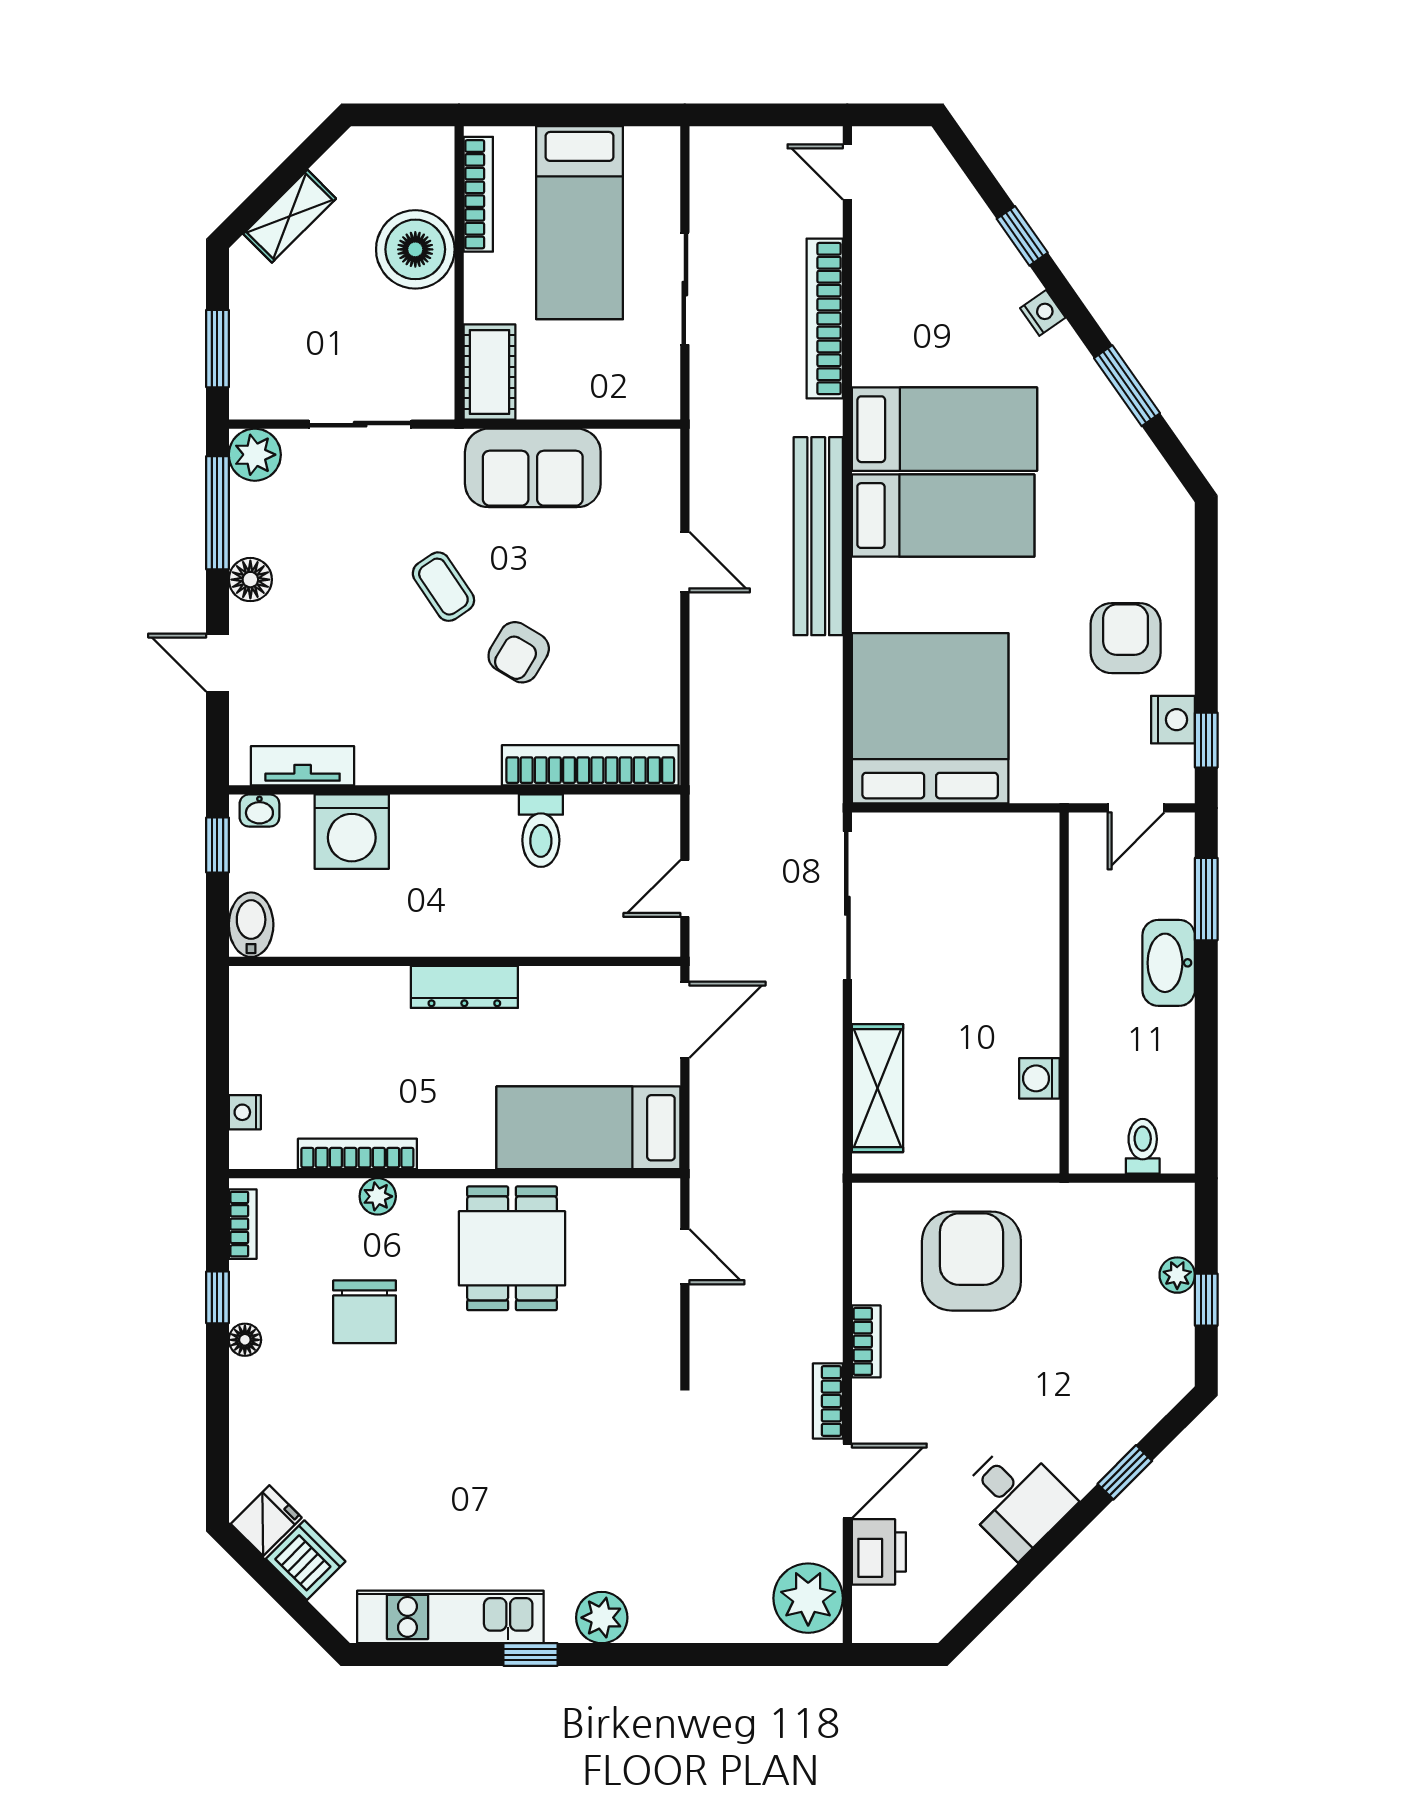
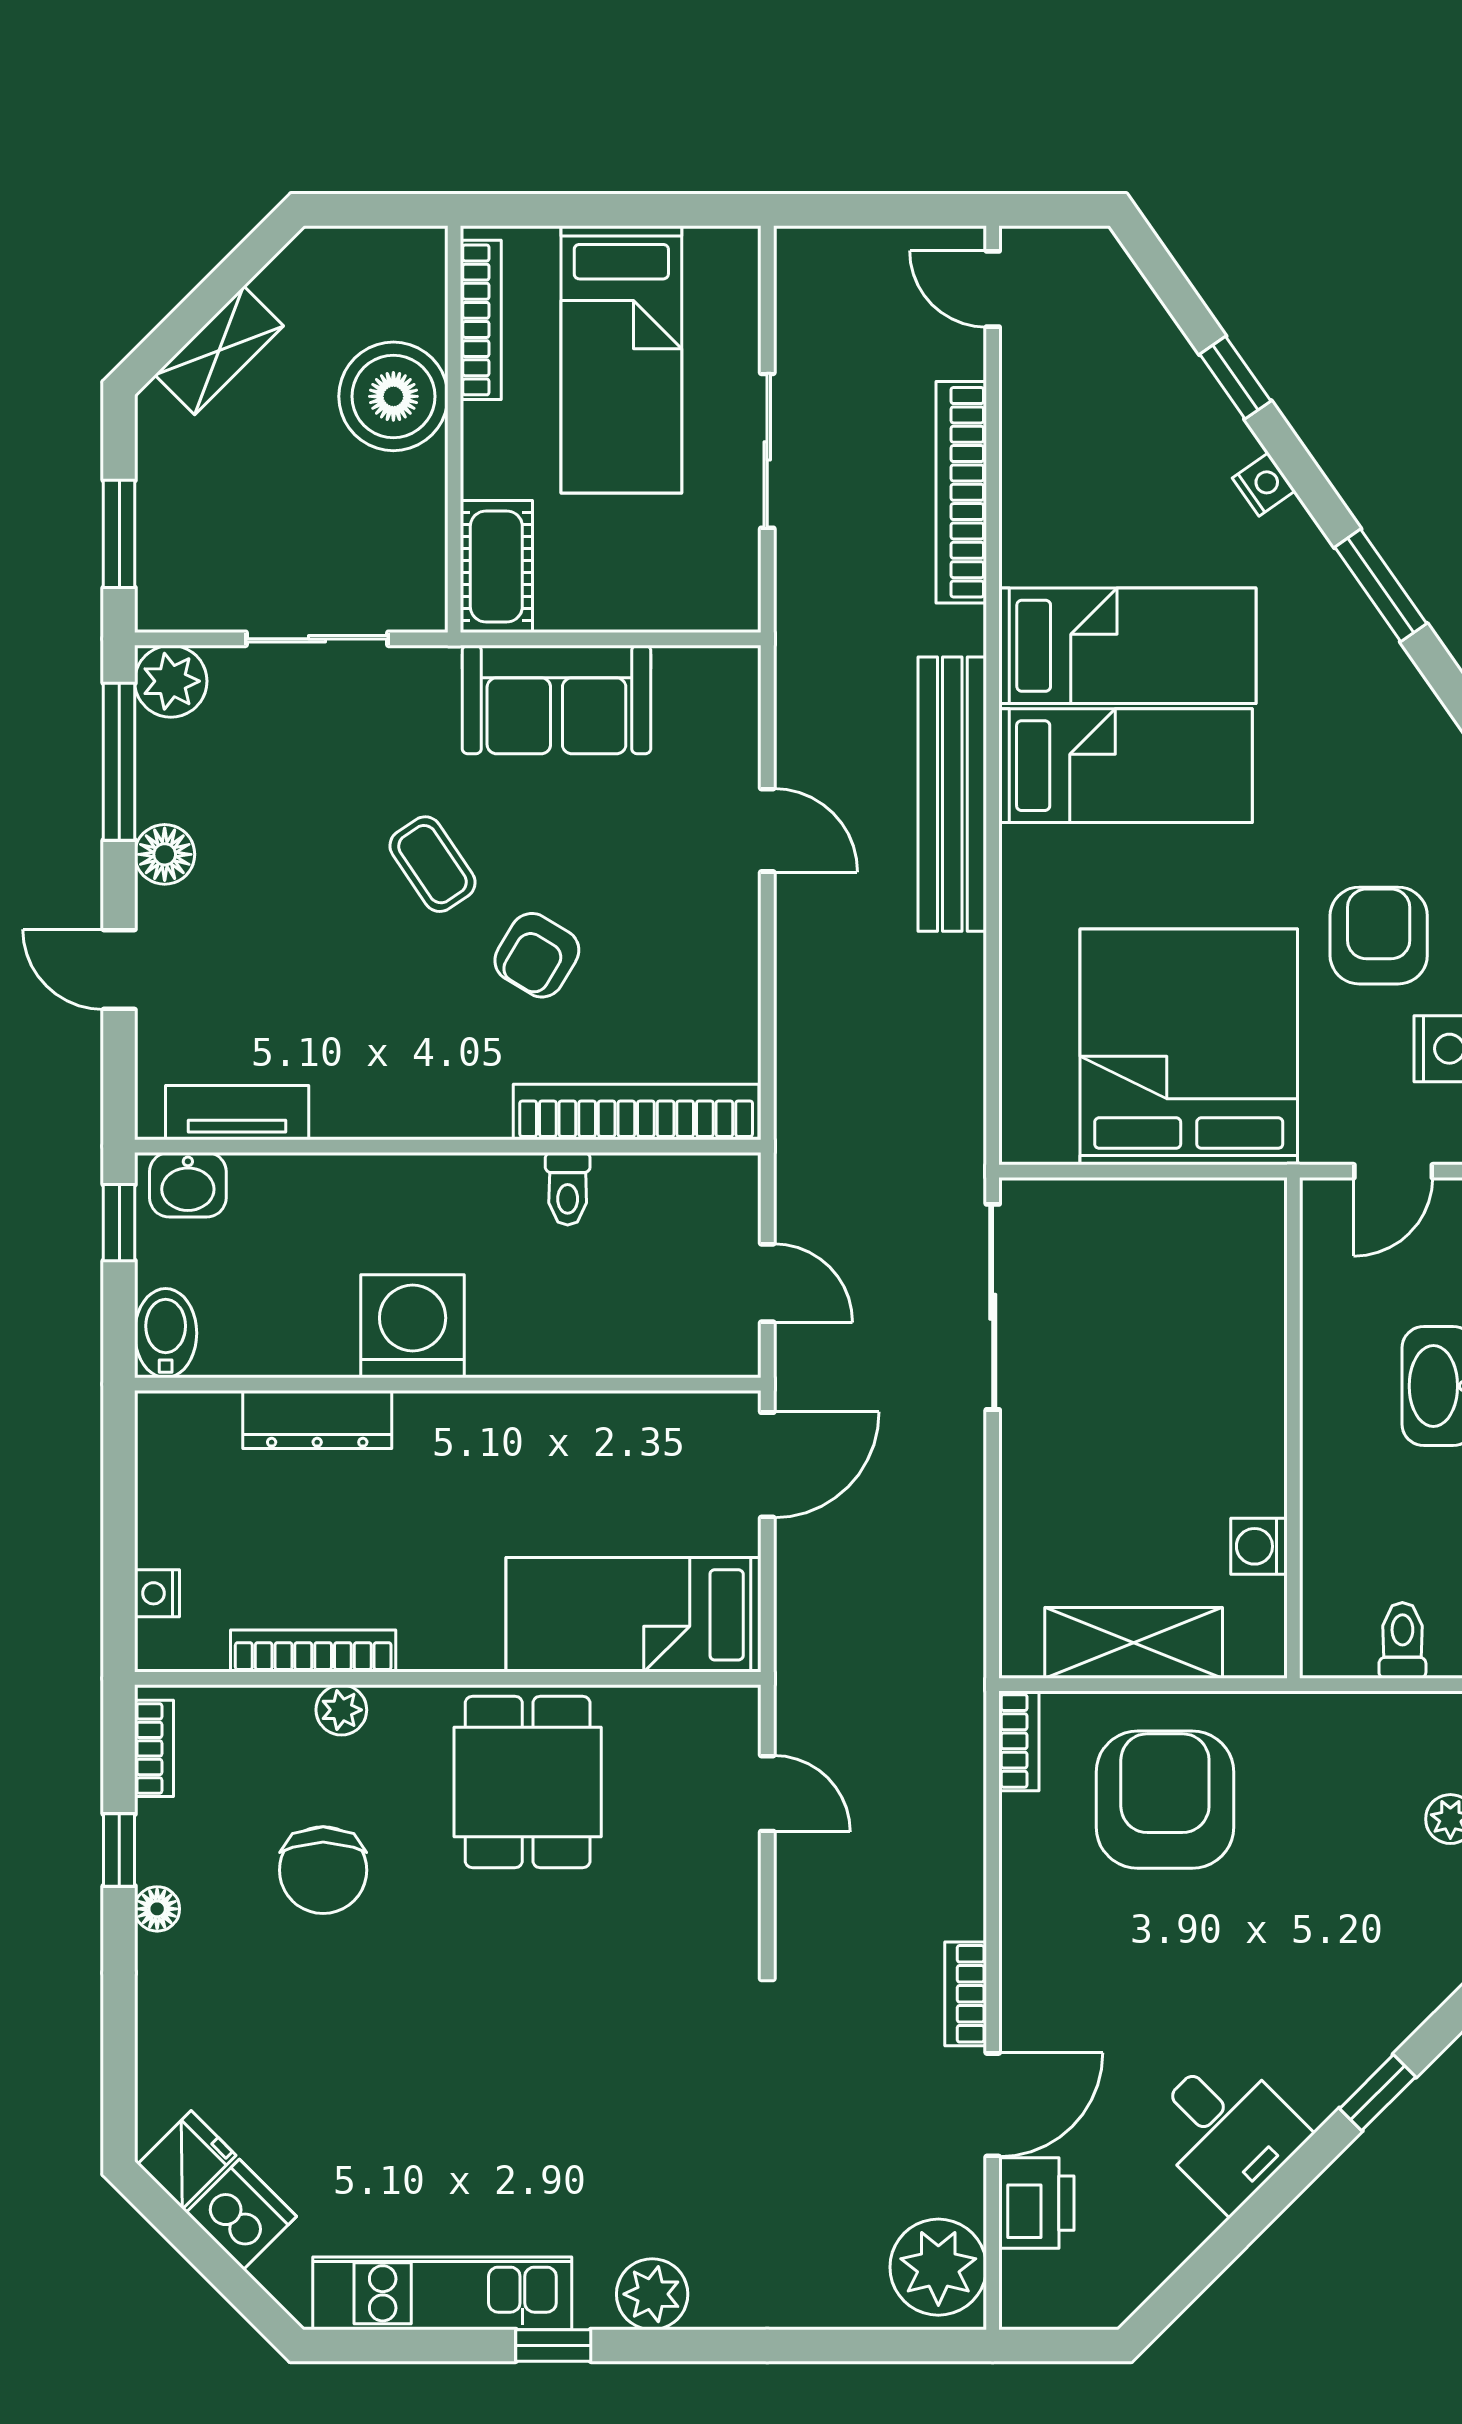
bed: (930, 718) -> (1189, 1047), moved
washbasin: (259, 811) -> (188, 1185), width x1.38, depth x1.45
toilet: (541, 831) -> (568, 1189), width x0.73, depth x0.72
washing machine: (352, 832) -> (413, 1326), moved, turned 180
door: (685, 889) -> (767, 1283), swing flipped
dresser: (464, 987) -> (317, 1419), moved
shelving: (877, 1088) -> (1134, 1643), moved, turned 90
bookcase: (866, 1341) -> (1019, 1741), moved

